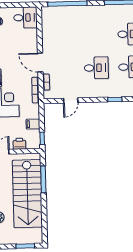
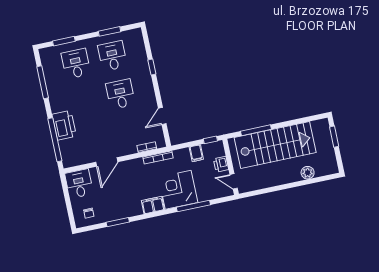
printer: (78, 14) -> (64, 125), added
door: (40, 63) -> (107, 162), moved
door: (71, 101) -> (162, 116), swing flipped

